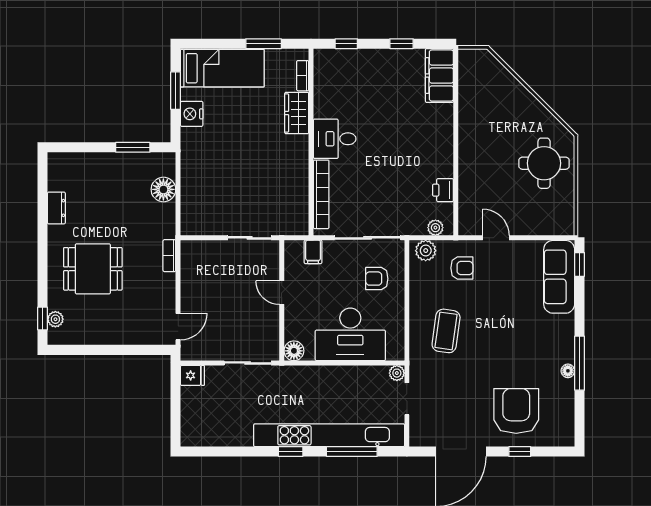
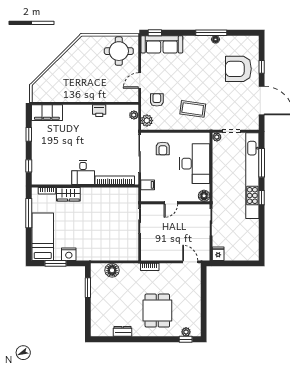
window: (264, 44) -> (29, 213), width x1.44
round table: (544, 163) -> (119, 51), moved
printer: (443, 190) -> (99, 111), moved

